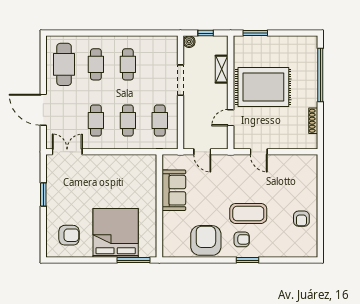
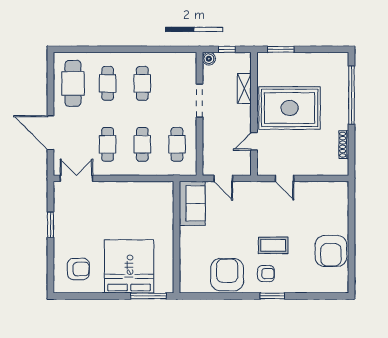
sofa: (174, 190) -> (192, 203), moved
coffee table: (248, 213) -> (273, 245), width x0.73, depth x0.76
armchair: (301, 219) -> (331, 251), width x1.88, depth x1.88

